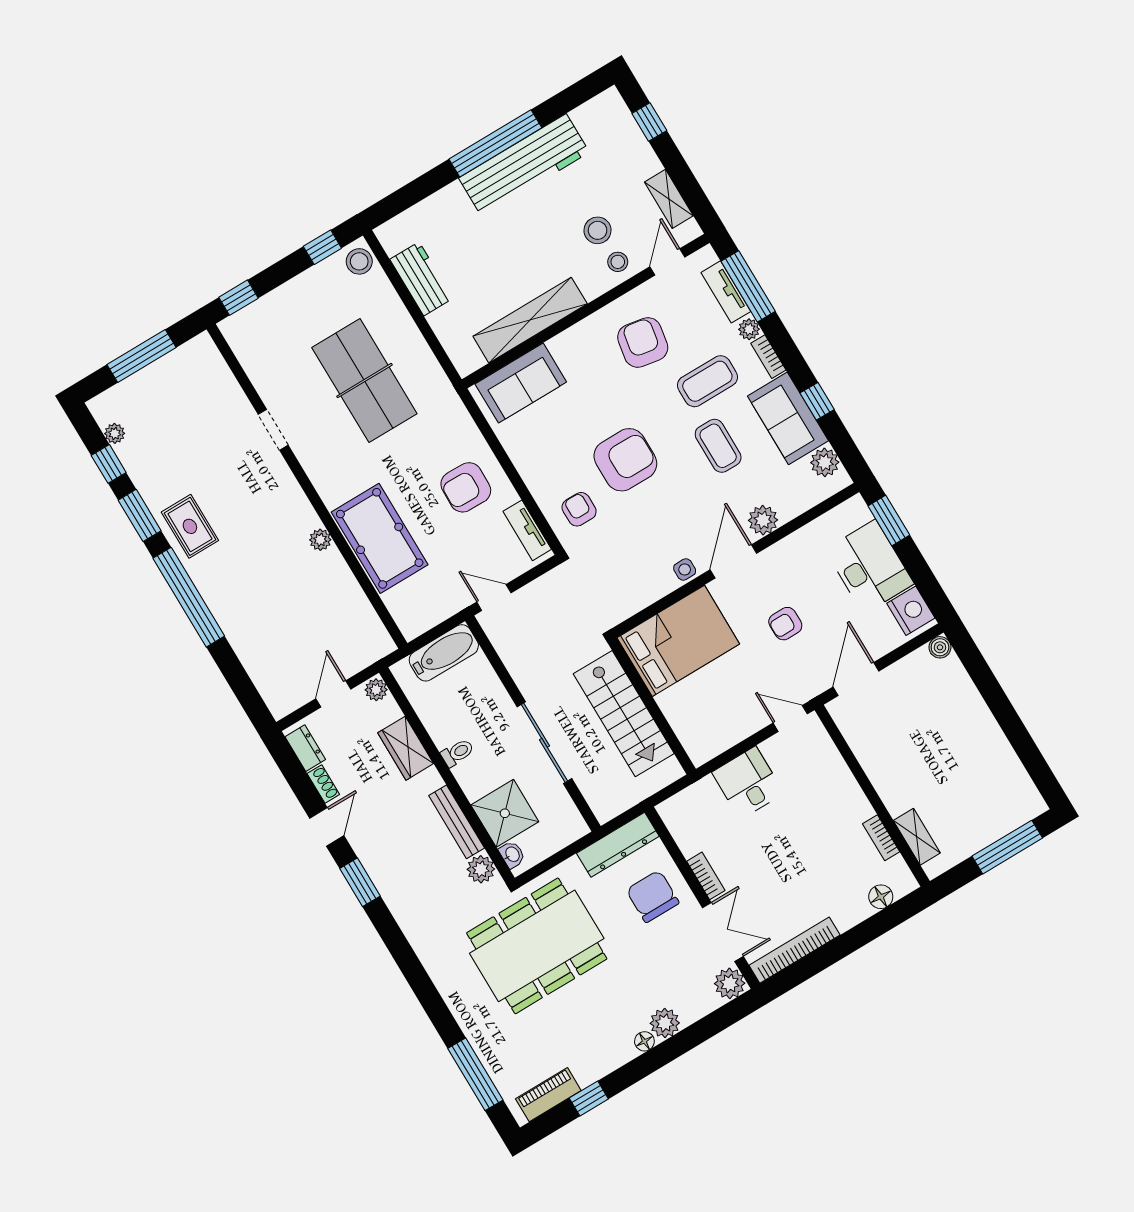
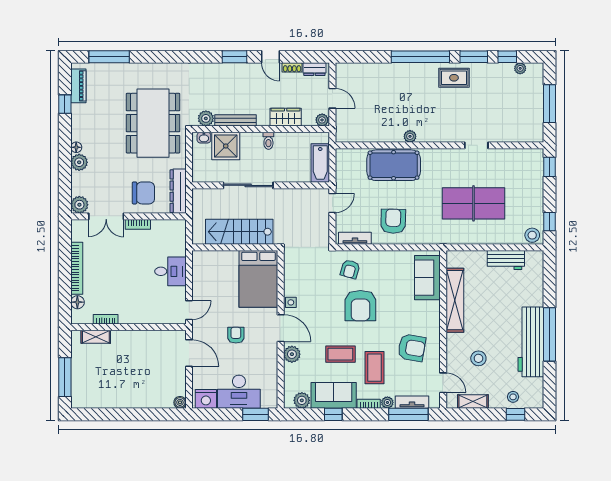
stool: (618, 262) -> (513, 397), moved
armchair: (579, 509) -> (350, 269), turned 106
bookcase: (794, 950) -> (77, 268), moved

